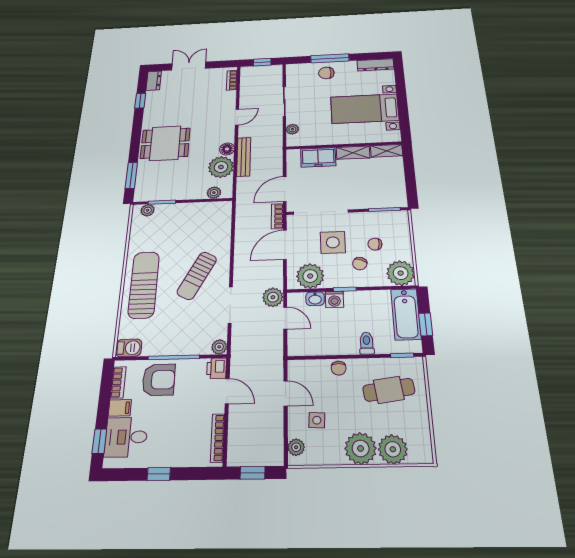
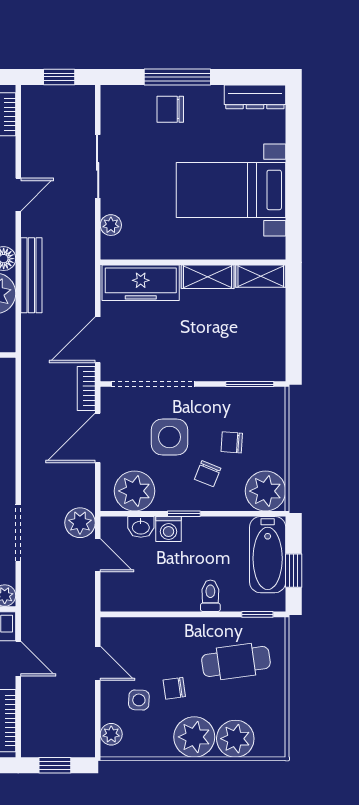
freezer: (318, 157) -> (141, 283), width x1.40
chair: (339, 368) -> (174, 688), moved, turned 82

